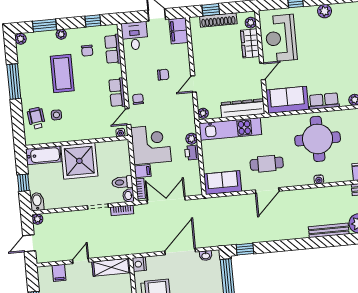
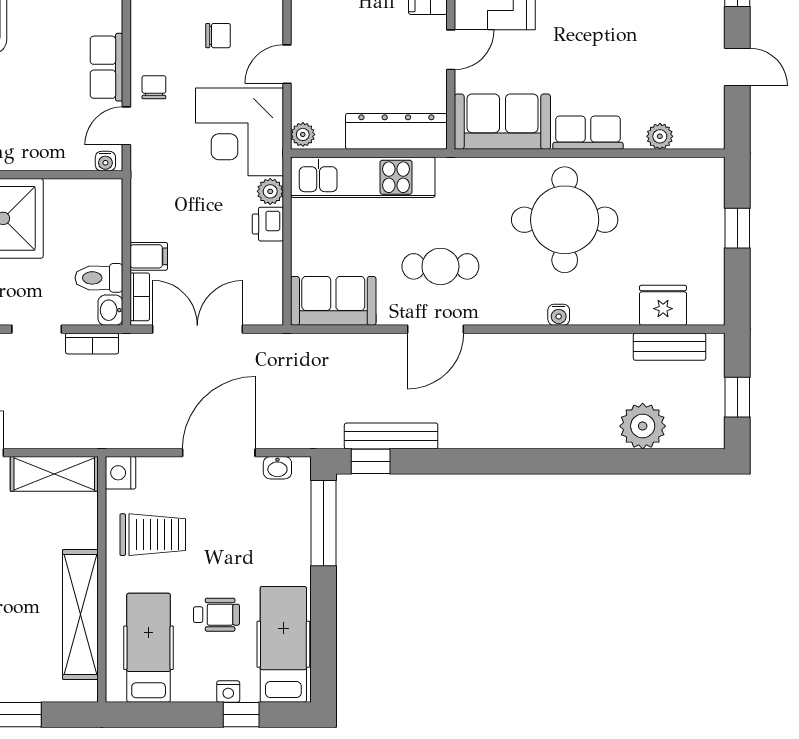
corner desk: (151, 144) -> (239, 132), moved, turned 180
bench: (329, 230) -> (391, 436), moved

